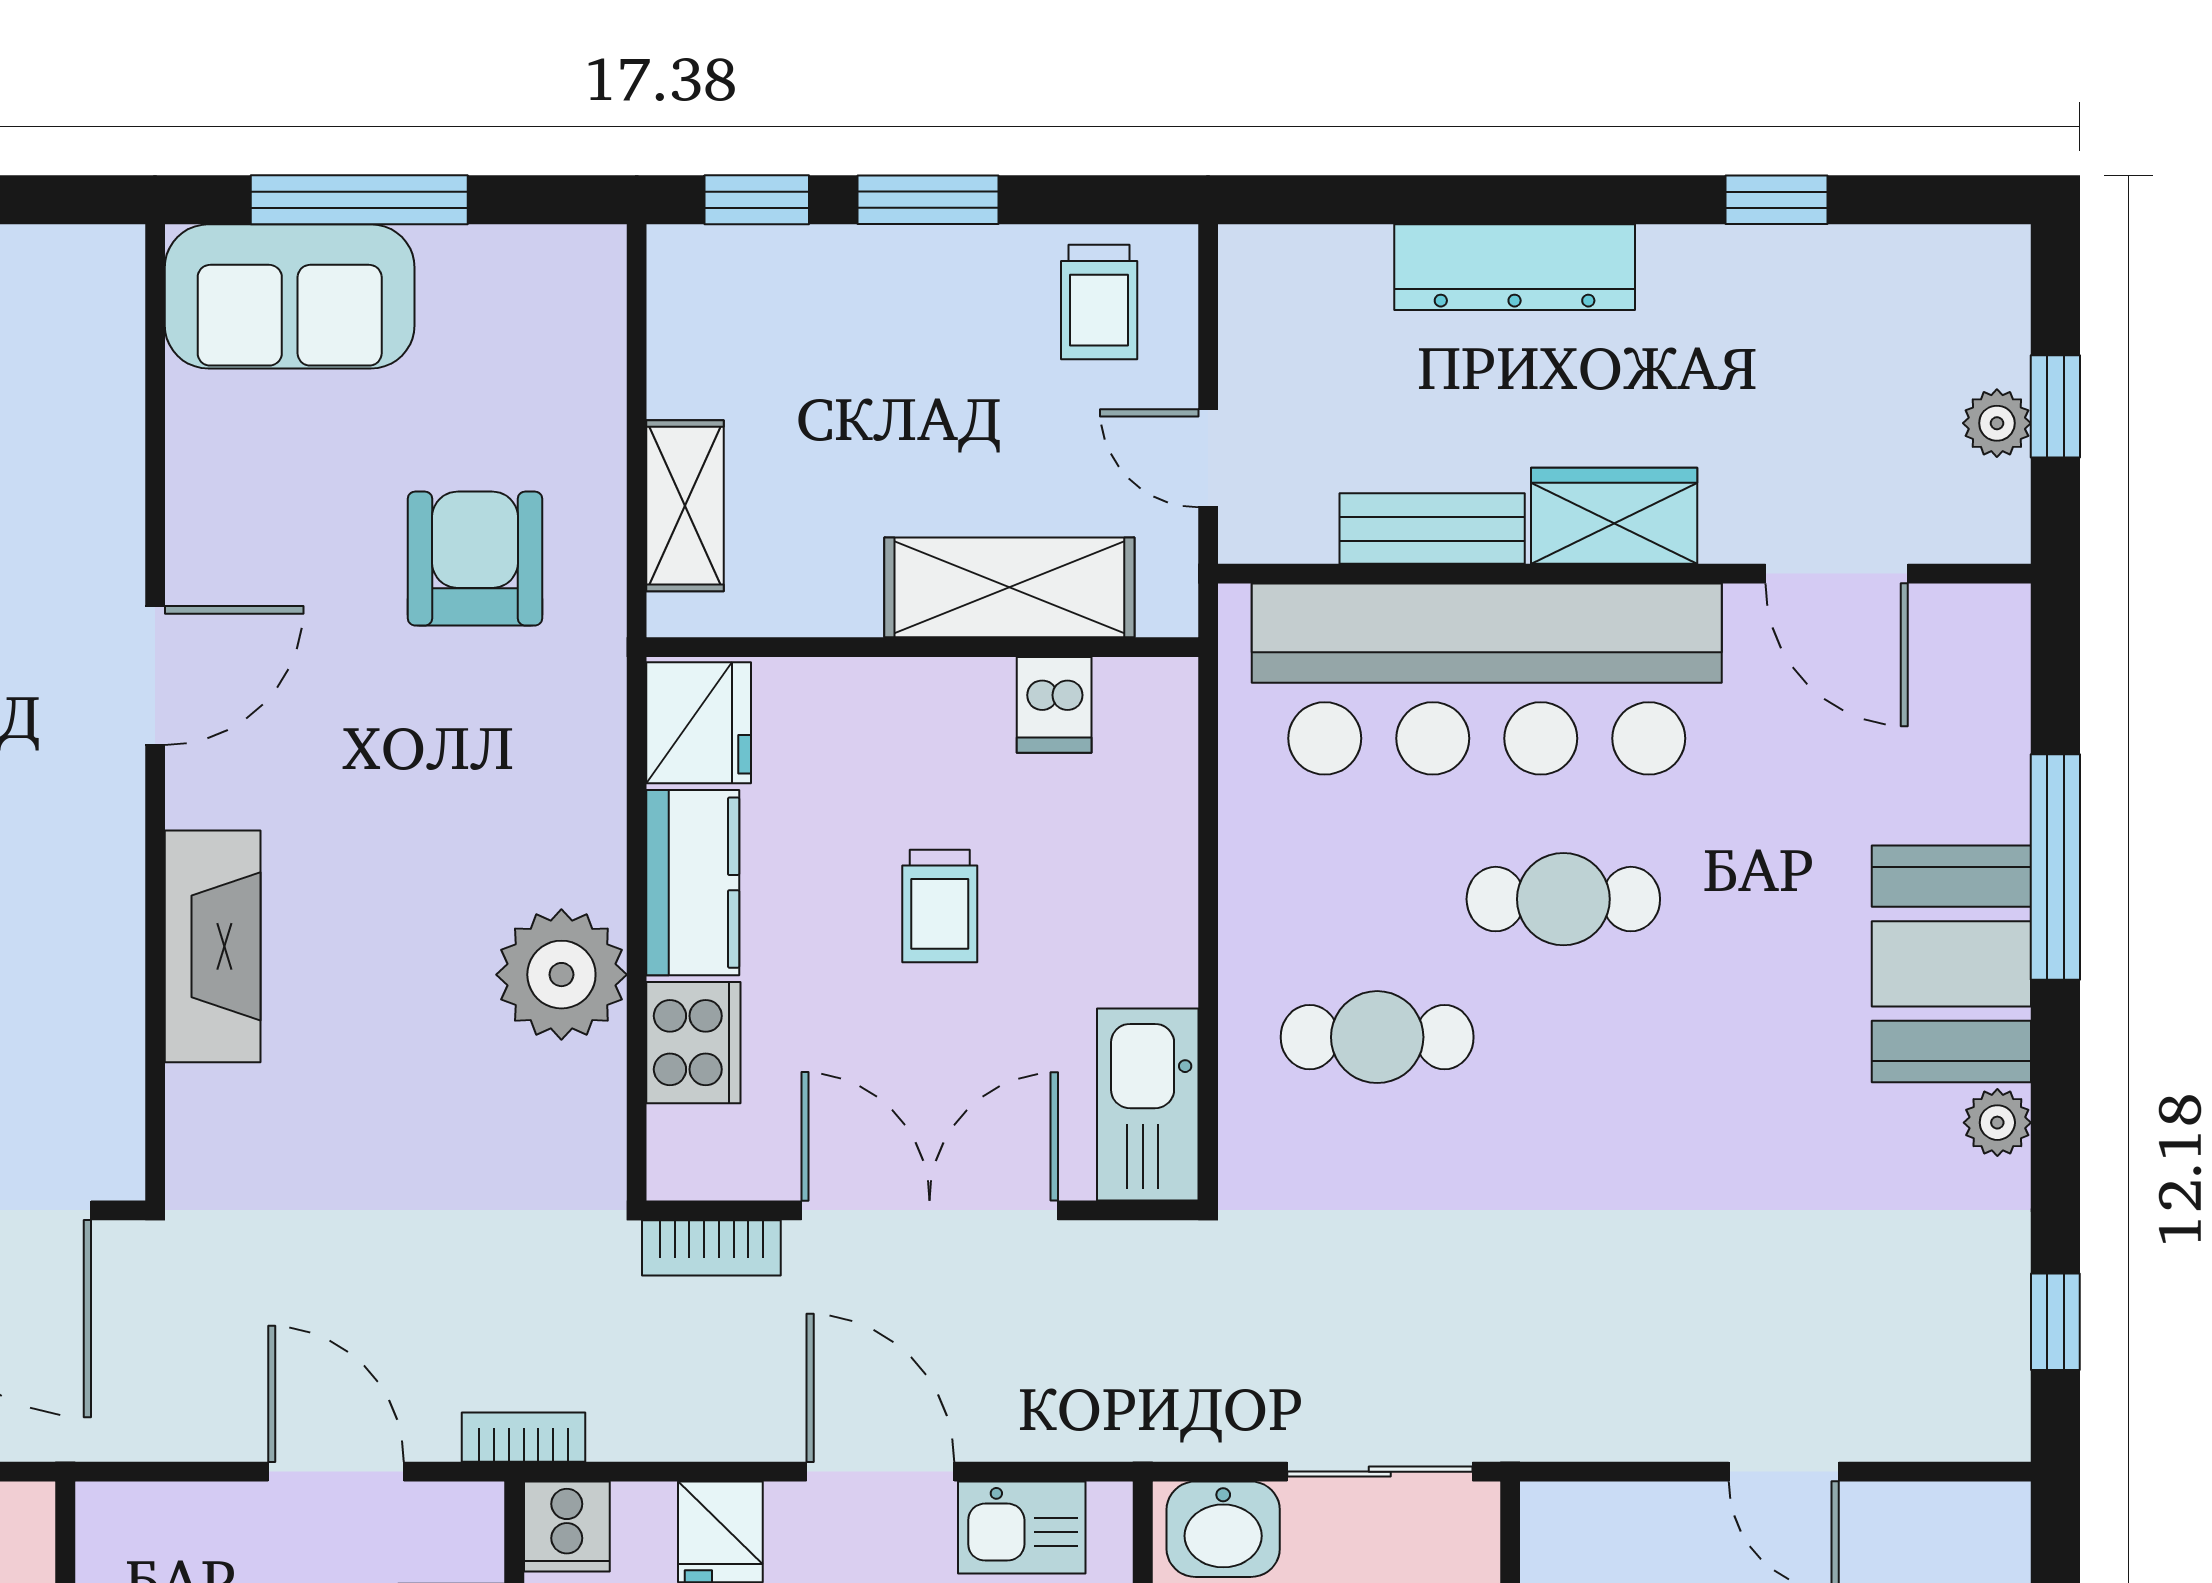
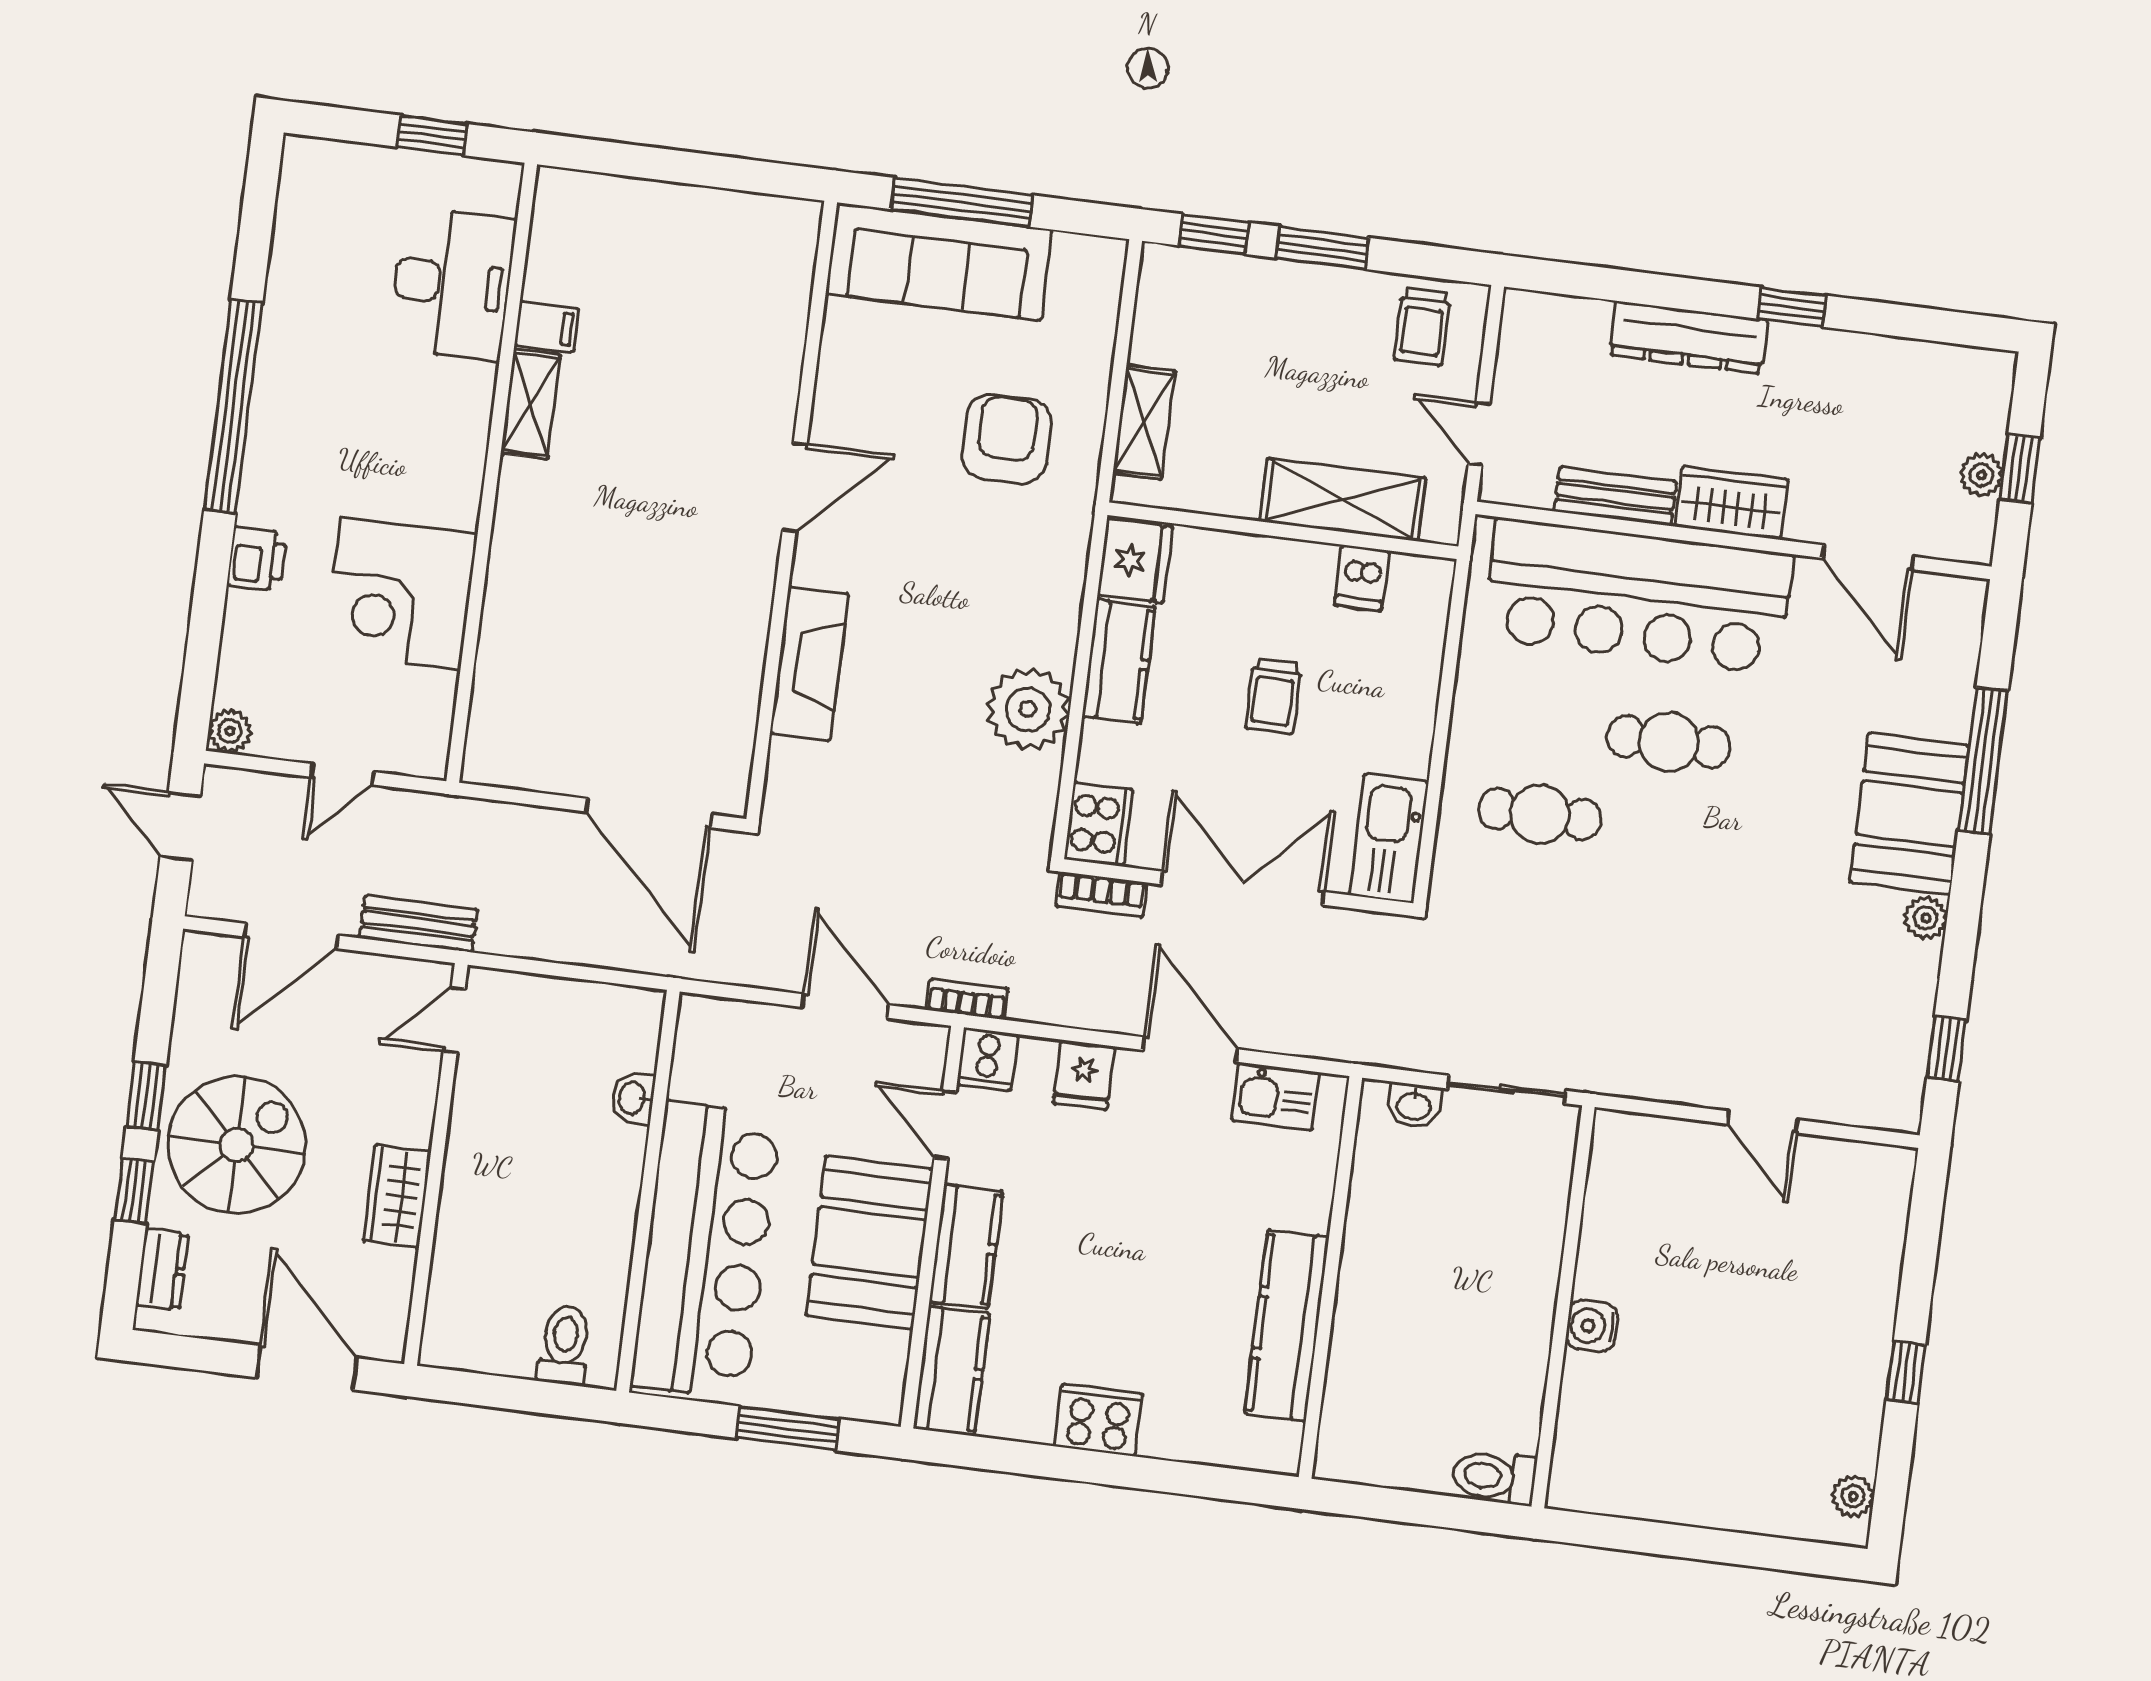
window: (1776, 200) -> (1792, 307), moved
sofa: (290, 296) -> (939, 262), width x1.36
cooker: (693, 1043) -> (1098, 824), moved
washbasin: (1223, 1529) -> (1414, 1105), width x0.72, depth x0.69

